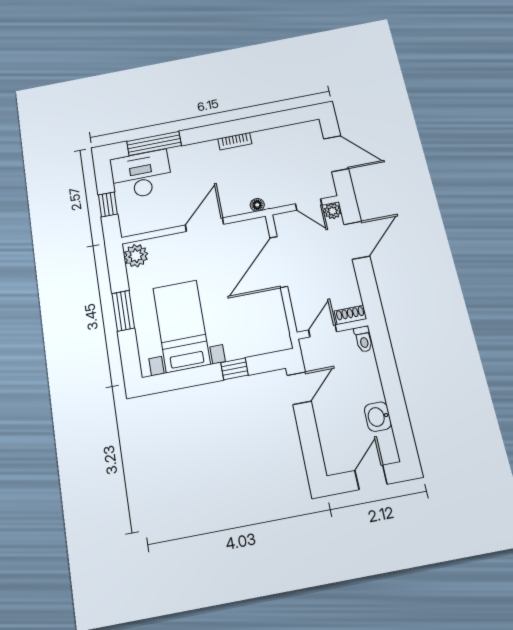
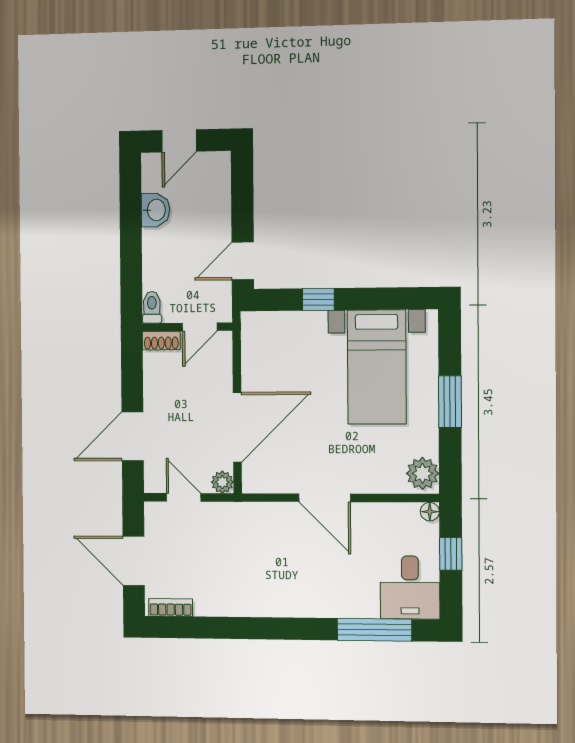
bookcase: (235, 141) -> (171, 607), moved
desk: (141, 175) -> (410, 588), width x0.73
floor lamp: (257, 205) -> (430, 512), moved
plant: (333, 211) -> (222, 482), moved
door: (204, 225) -> (325, 498), hinge flipped

